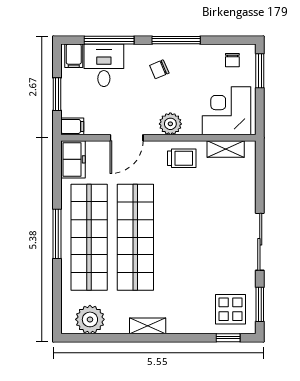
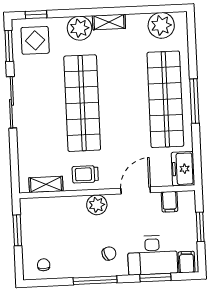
window: (109, 40) -> (155, 278), width x0.69
desk: (104, 65) -> (152, 255), width x1.37
window: (260, 71) -> (17, 230), moved
corner desk: (226, 111) -> (47, 219), removed
filing cabinet: (72, 126) -> (170, 202), moved, turned -90
shop shelf: (135, 237) -> (82, 103), moved
plant: (181, 320) -> (80, 28), added

